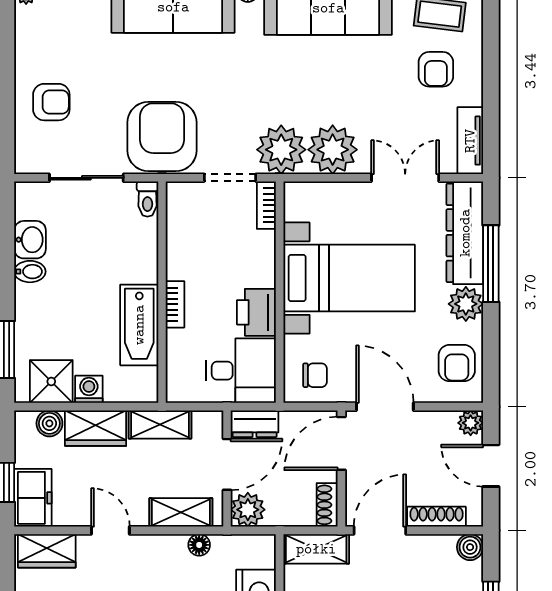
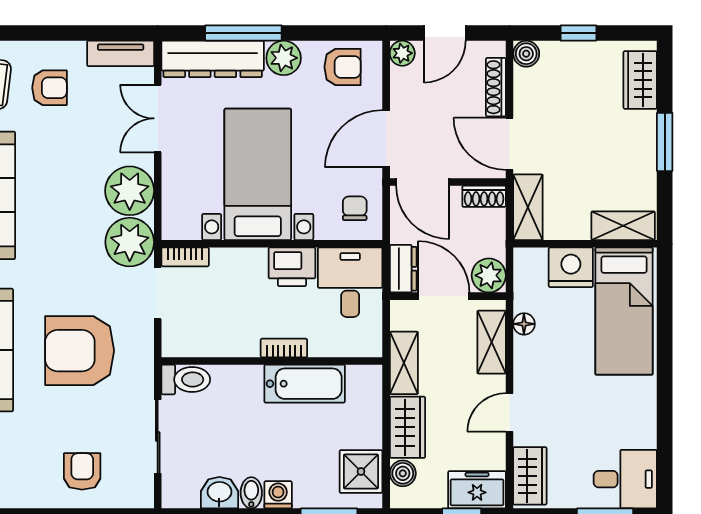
armchair: (162, 137) -> (80, 351), moved
toilet: (147, 199) -> (186, 379), width x1.37, depth x1.39
washing machine: (89, 389) -> (278, 495), moved, turned 90

